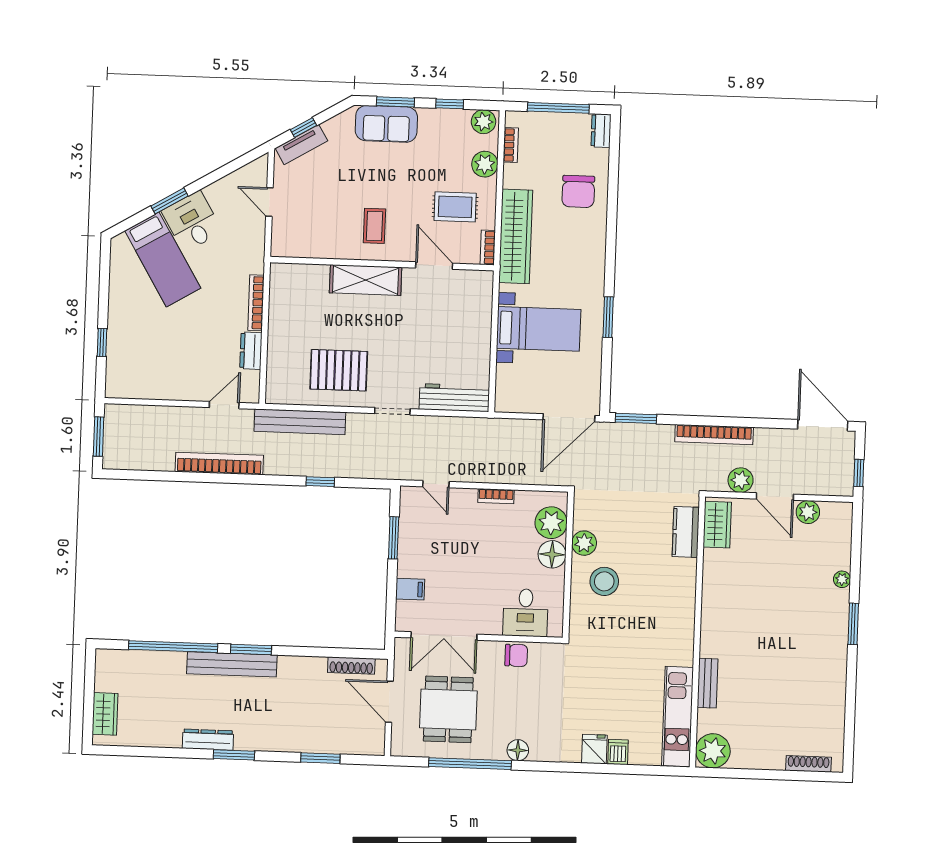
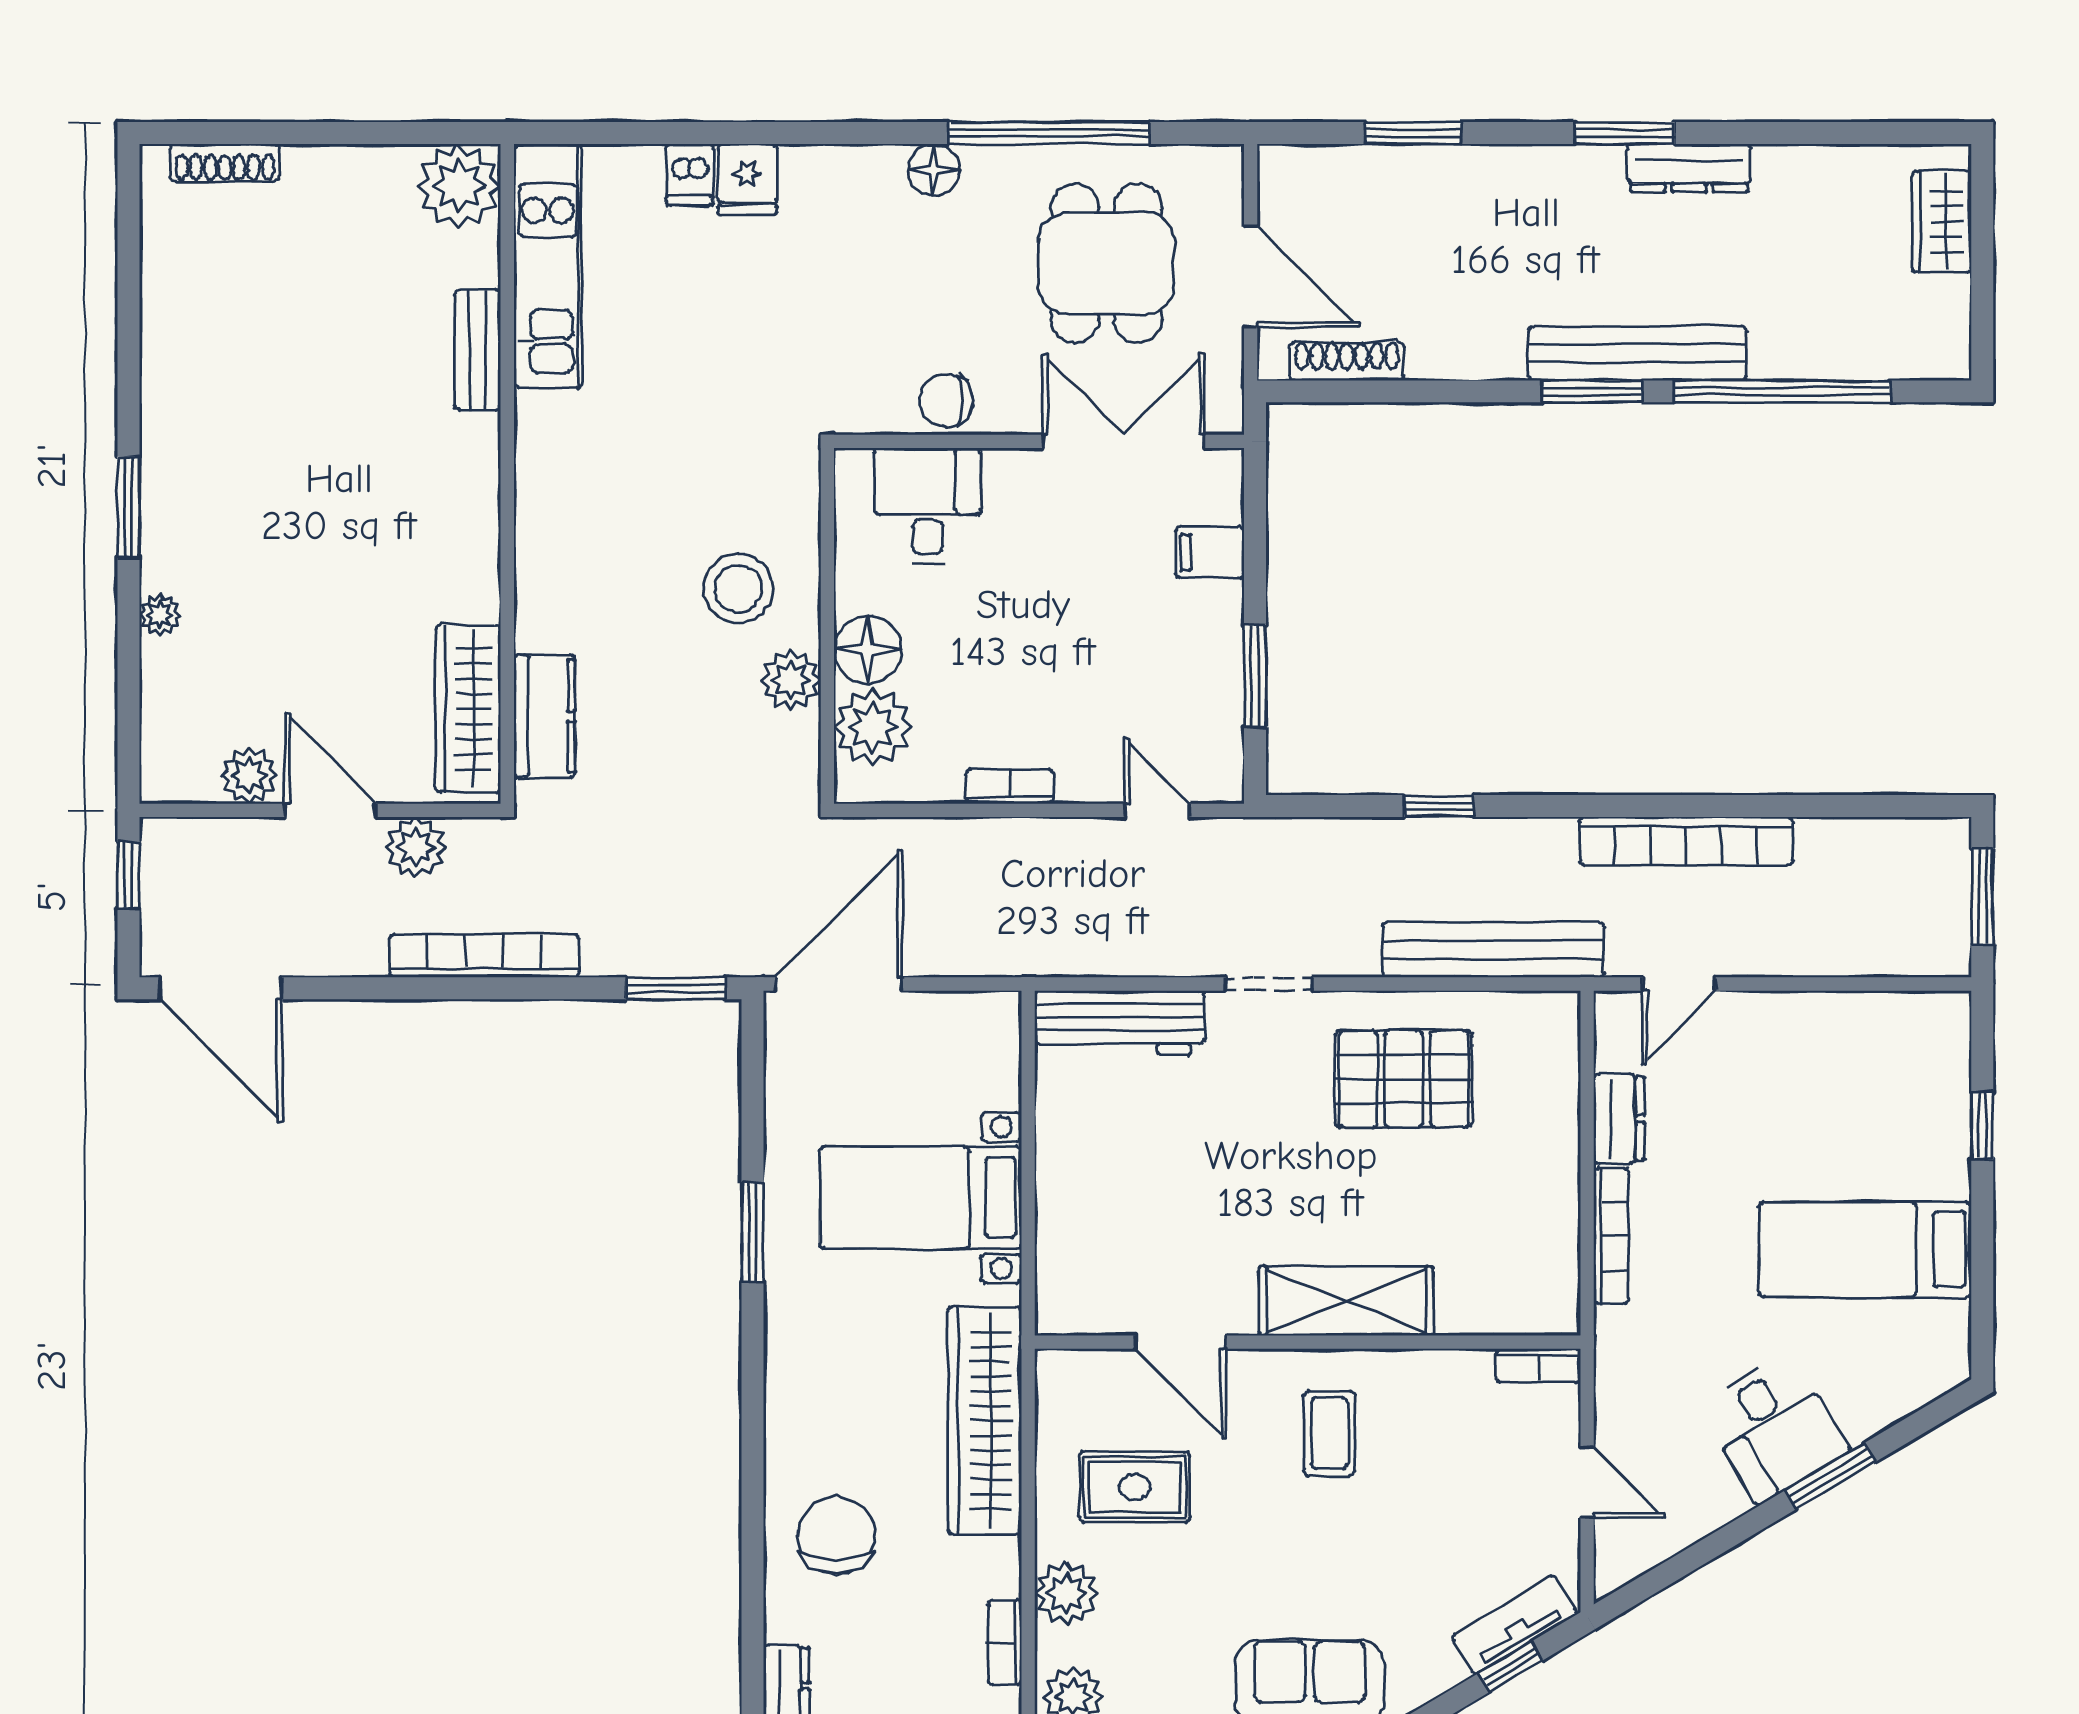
bookcase: (488, 247) -> (1538, 1366), moved, turned 90
bed: (163, 259) -> (1865, 1249), moved, turned -59
wardrobe: (717, 525) -> (468, 709), width x1.50

